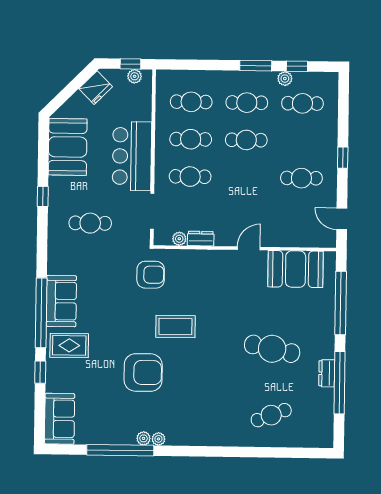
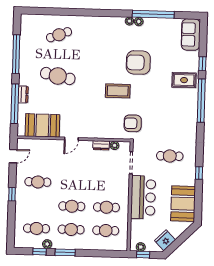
cafe table: (190, 177) -> (107, 184), removed
door: (342, 219) -> (13, 156), hinge flipped
sofa: (61, 301) -> (189, 108), removed
dresser: (327, 373) -> (23, 94), moved

